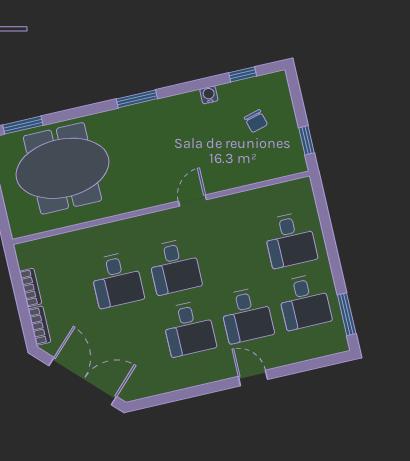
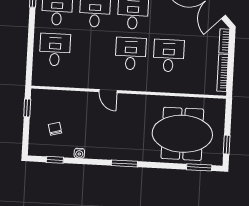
door: (192, 200) -> (108, 91), hinge flipped
bookcase: (31, 287) -> (223, 73), width x1.56

